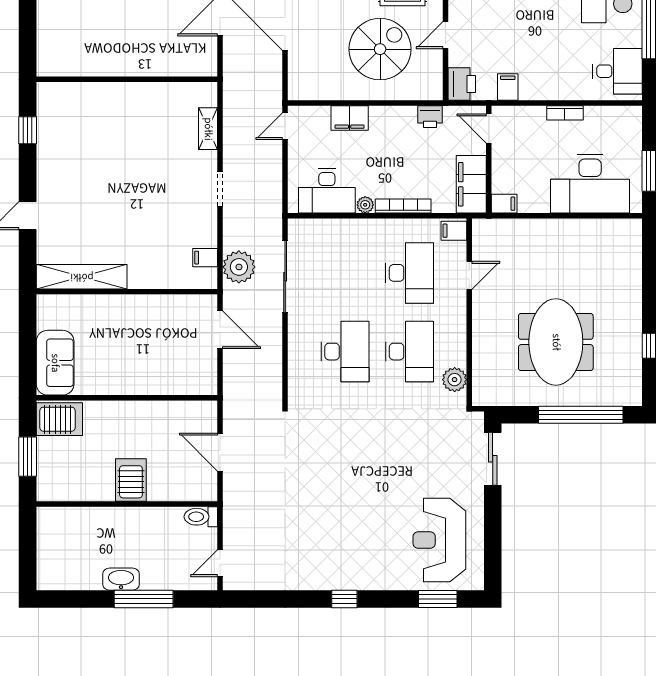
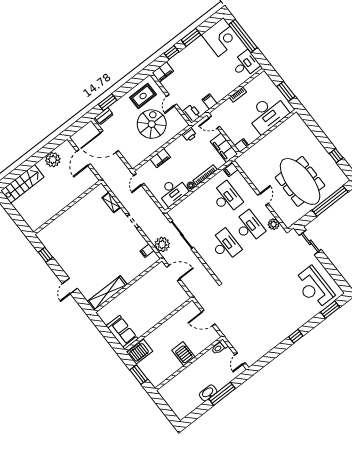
door: (469, 275) -> (263, 199), moved
meeting table: (556, 342) -> (300, 181), width x1.36

